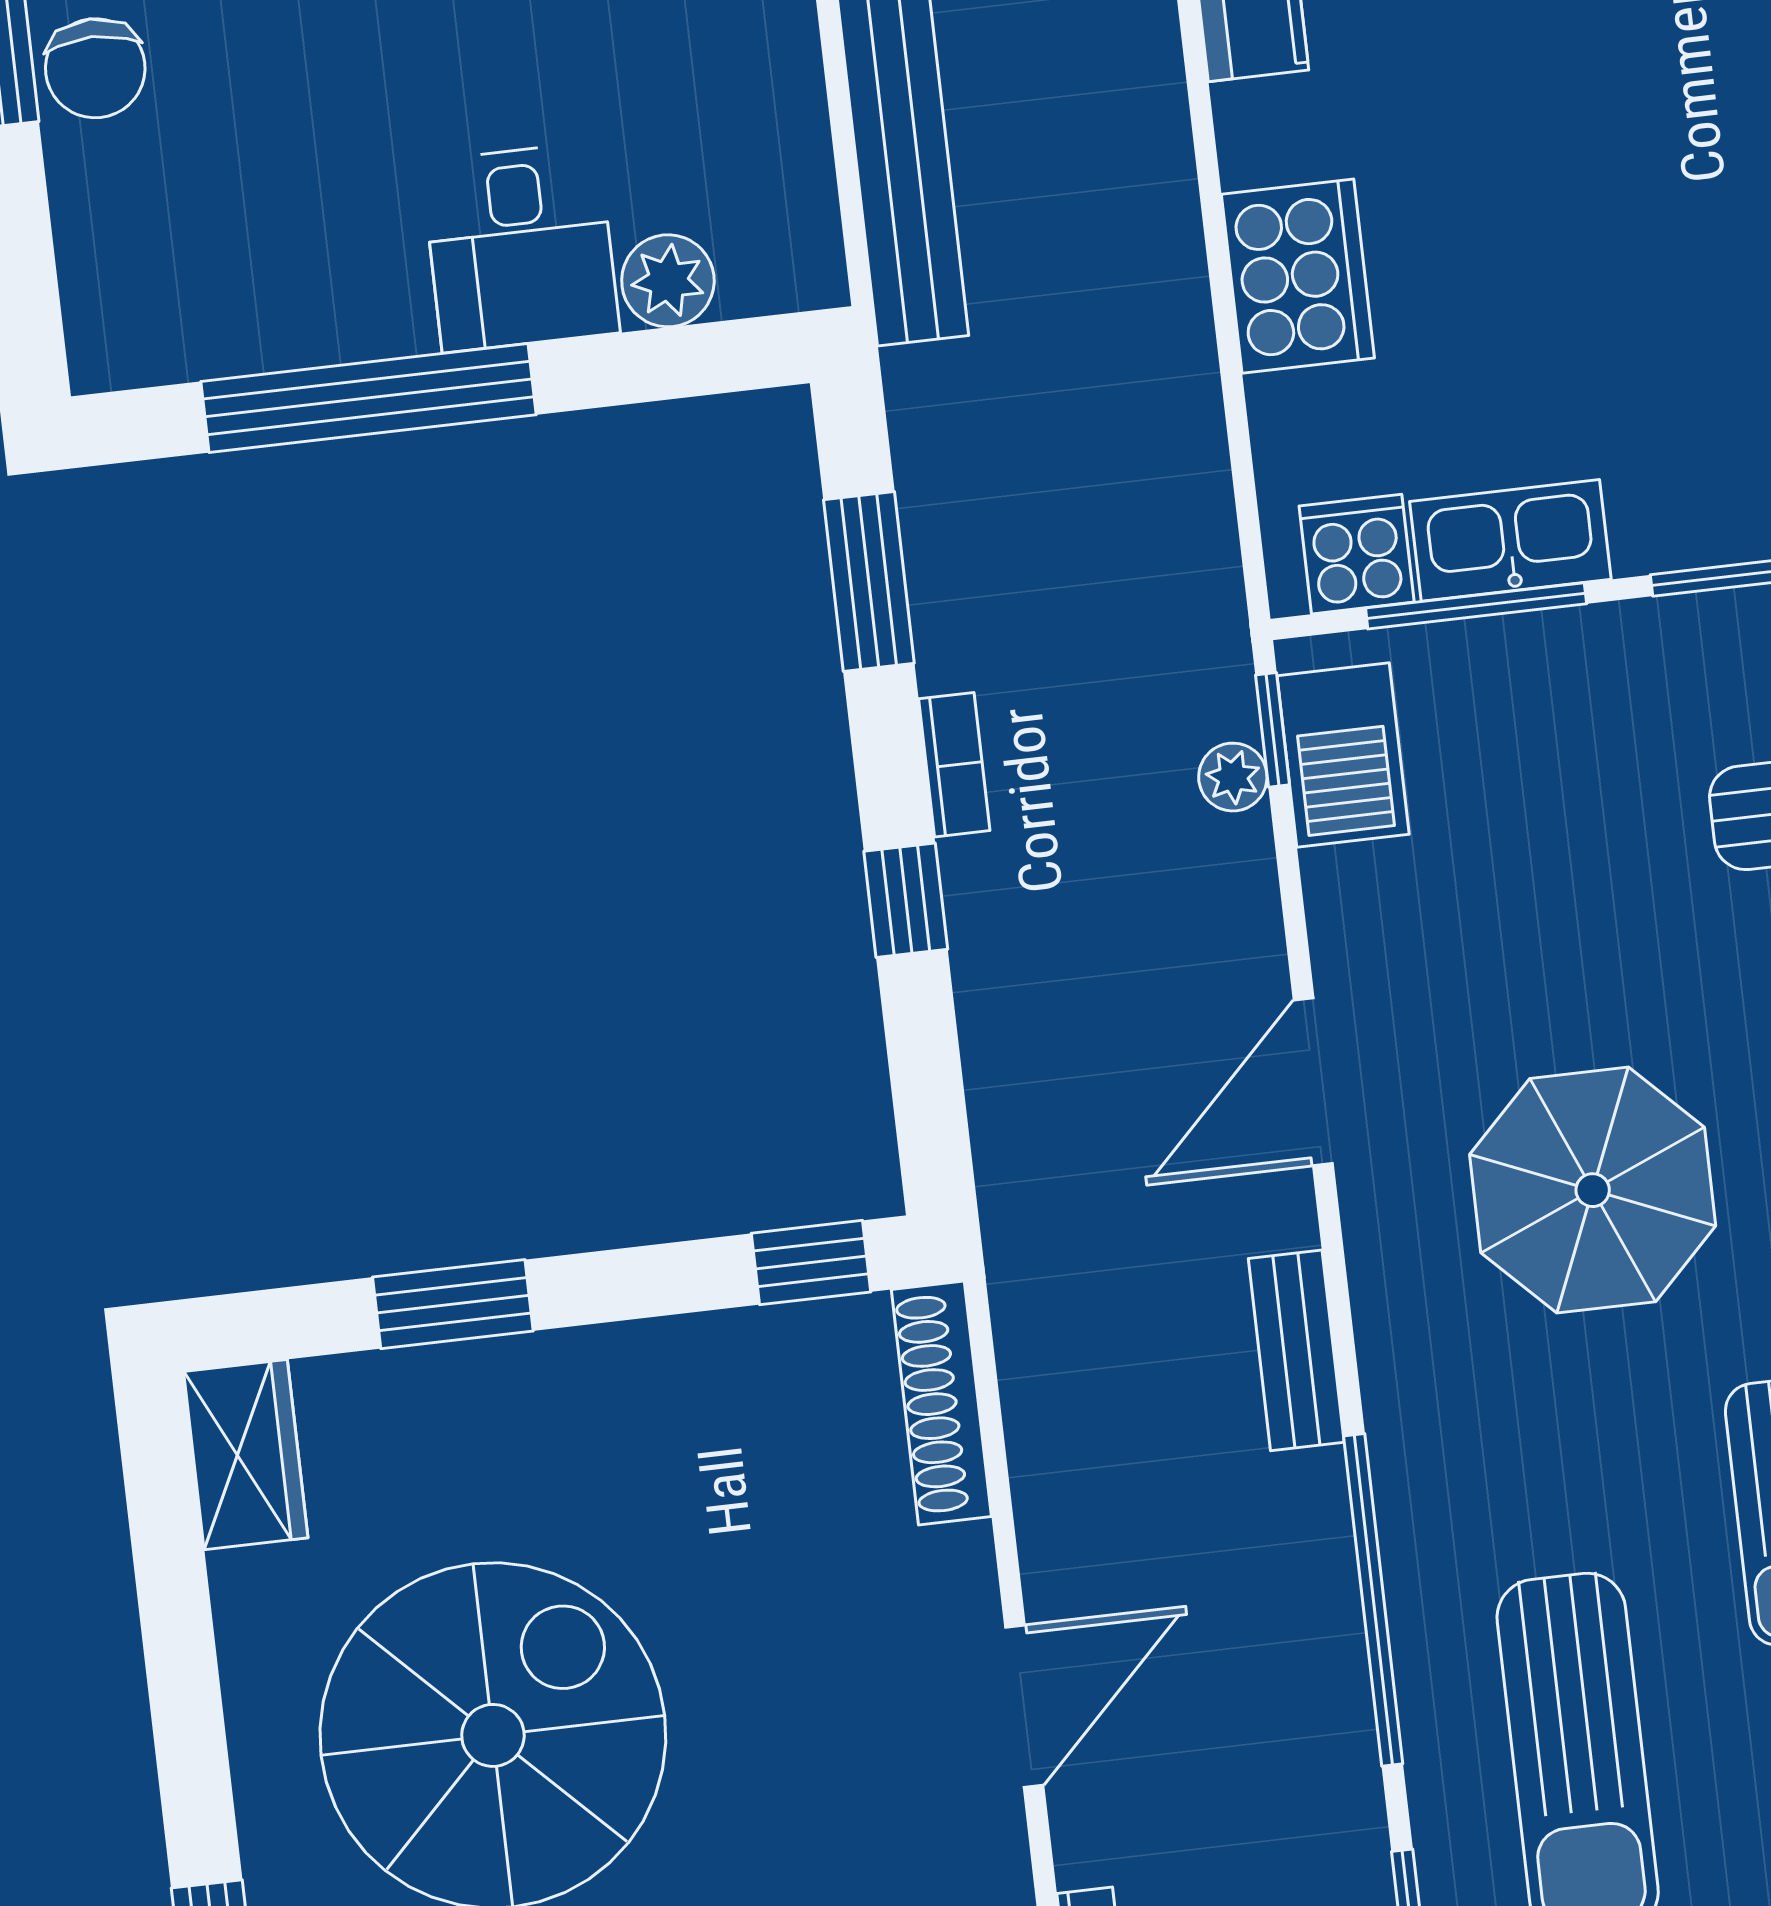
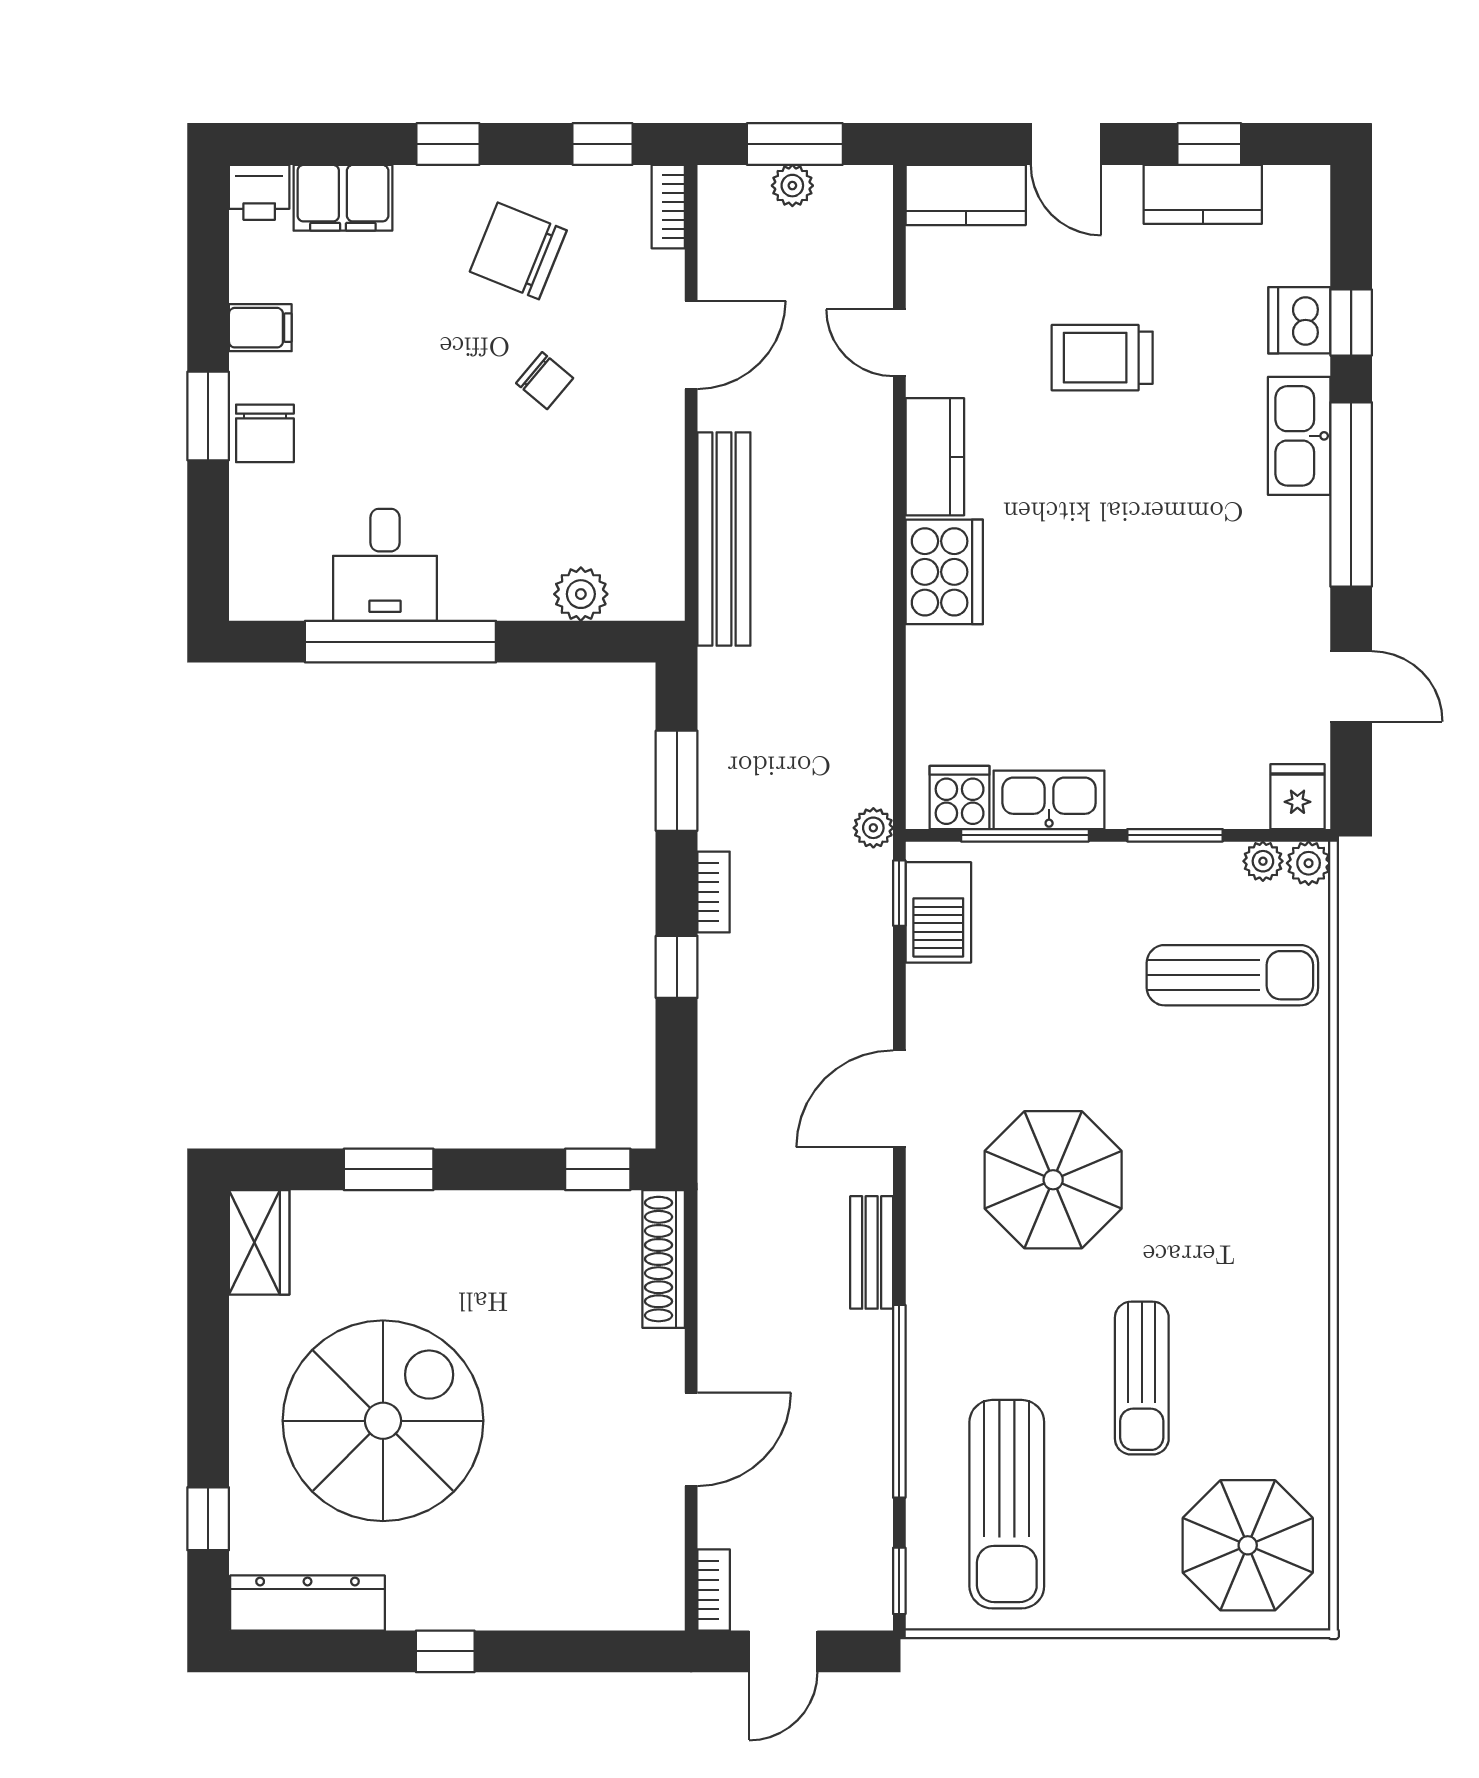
desk: (520, 247) -> (385, 565), moved
cooker: (1298, 276) -> (944, 572), moved
plant: (1233, 777) -> (873, 828), moved

